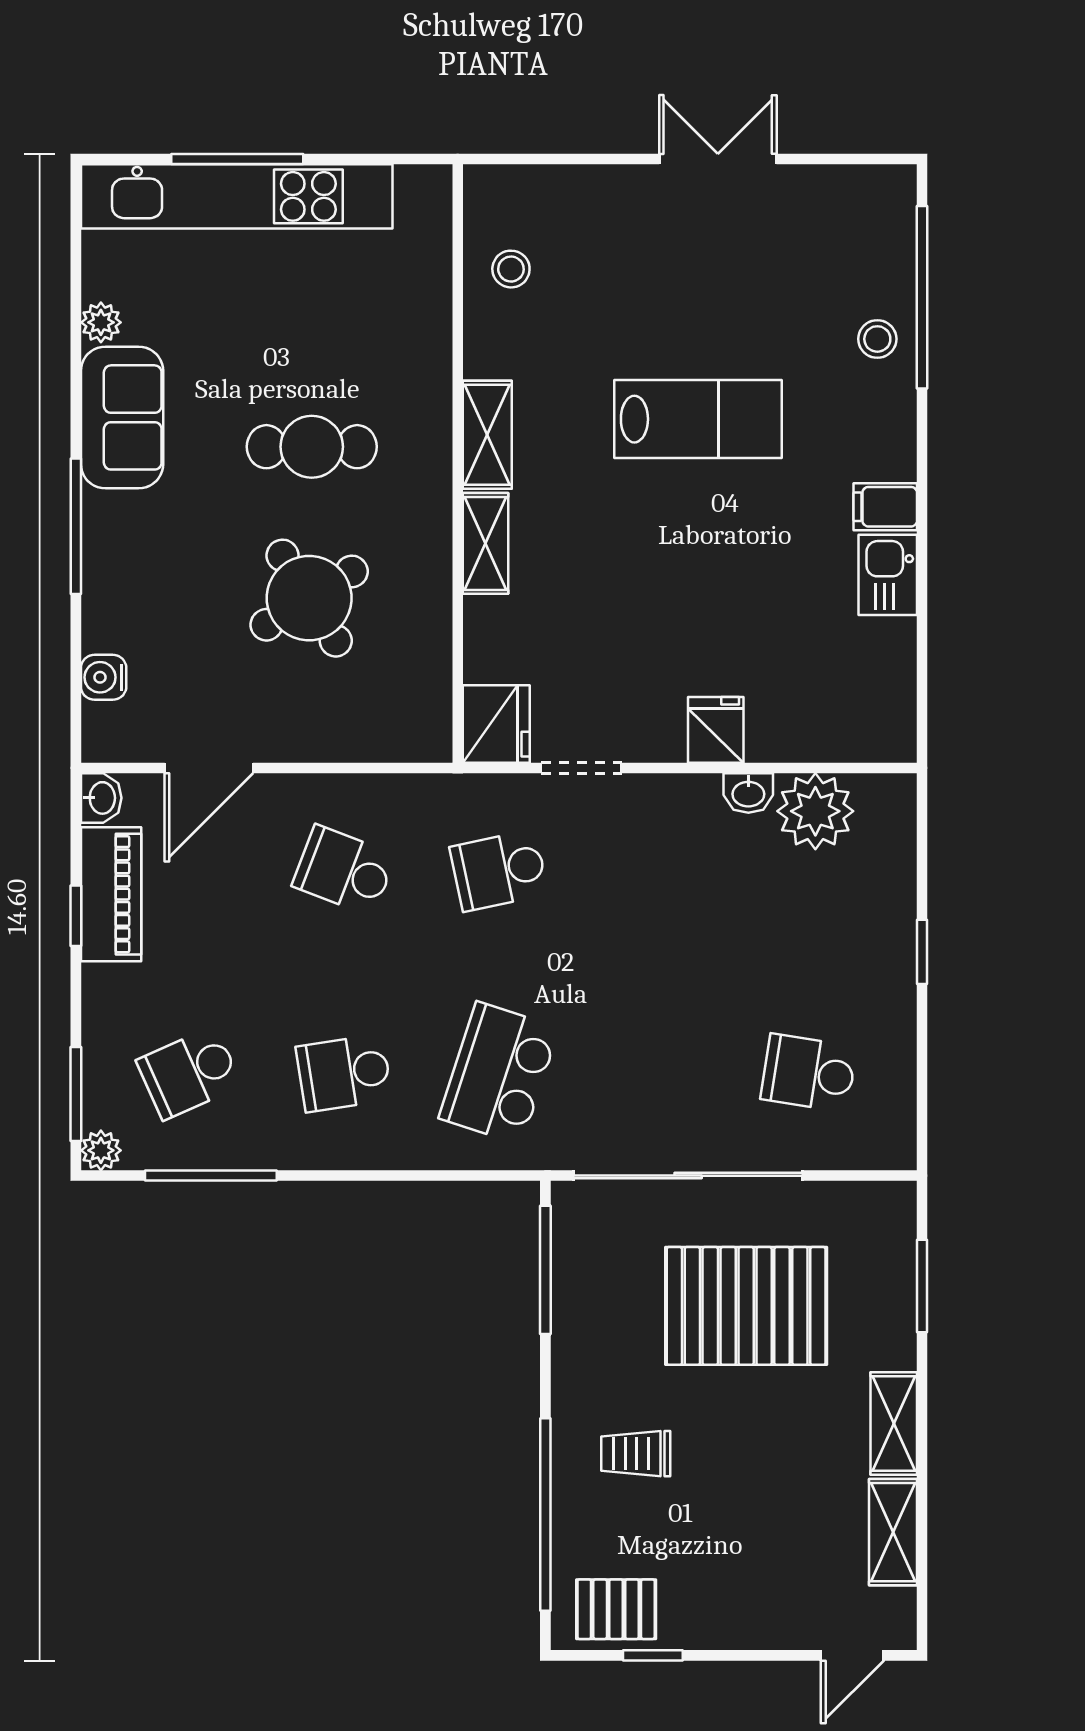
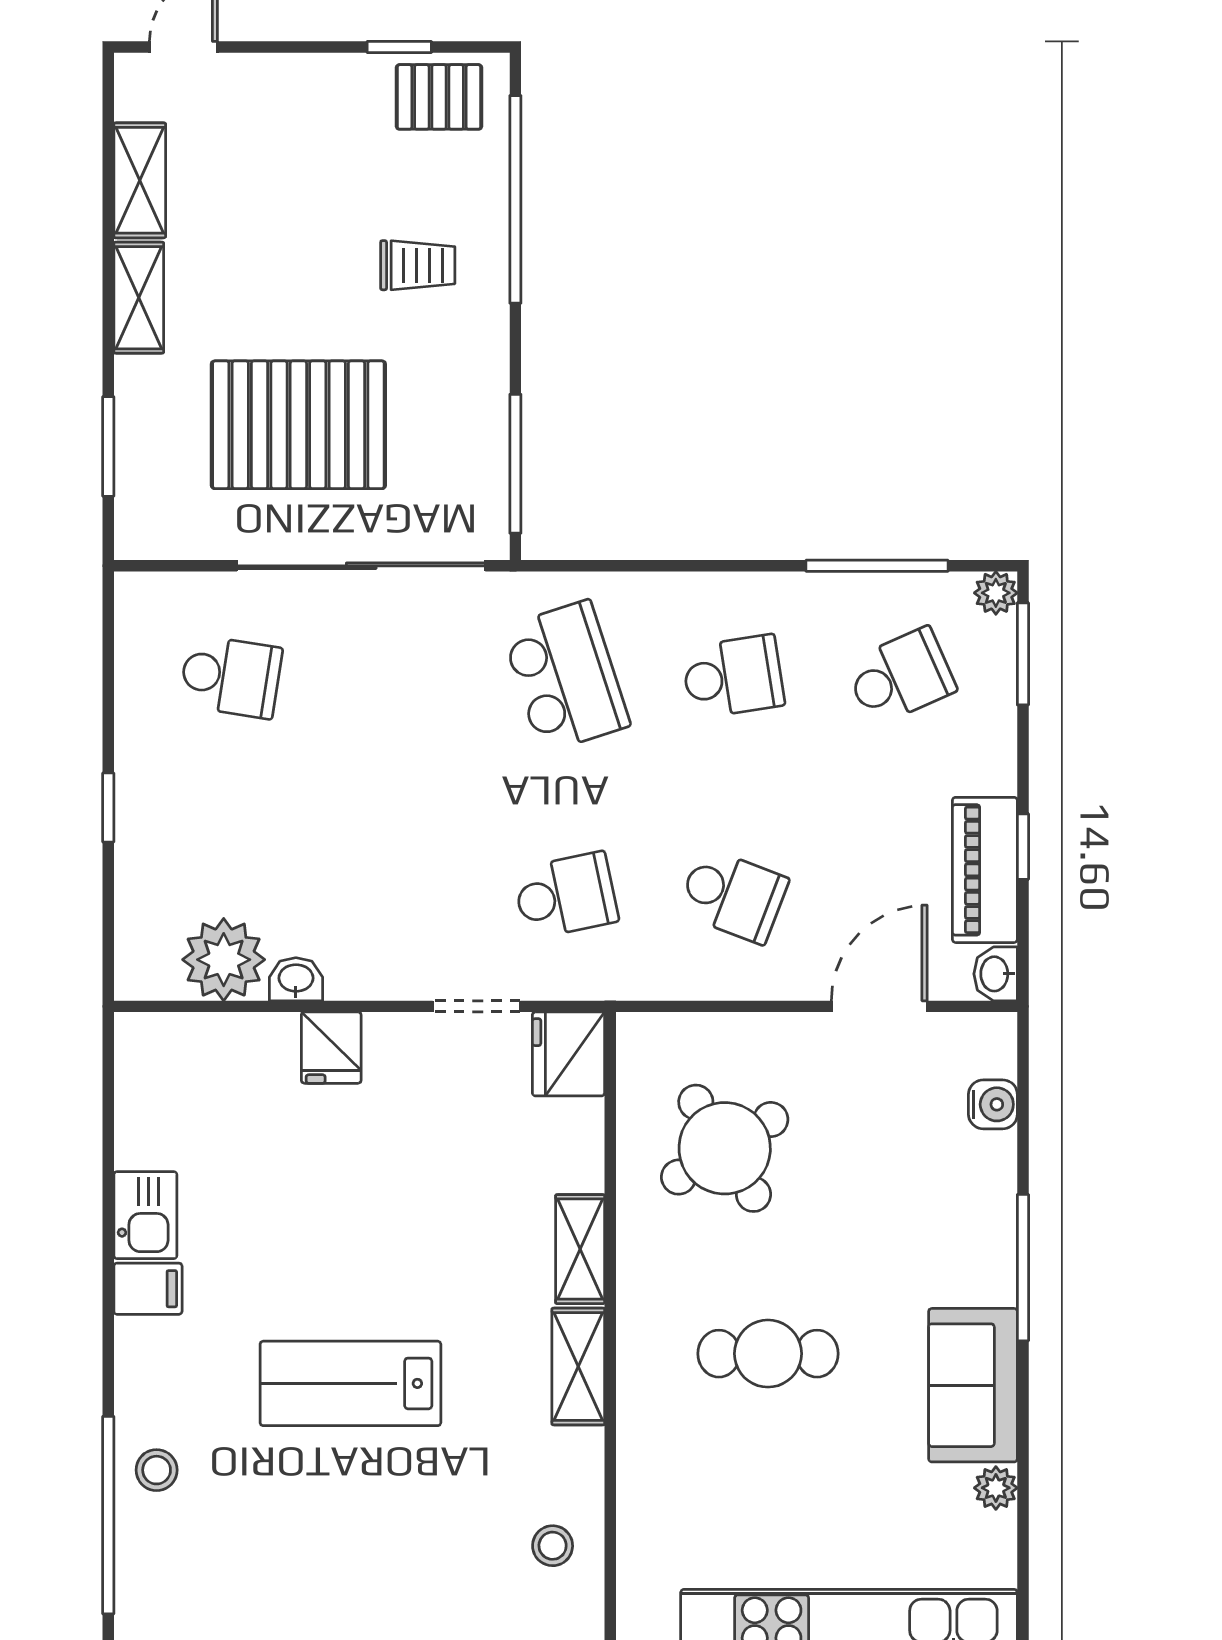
round table: (309, 598) -> (725, 1148), moved
school desk: (499, 1073) -> (566, 677), turned -36

